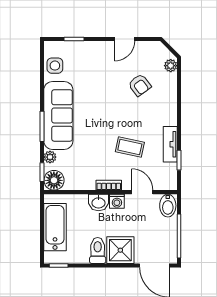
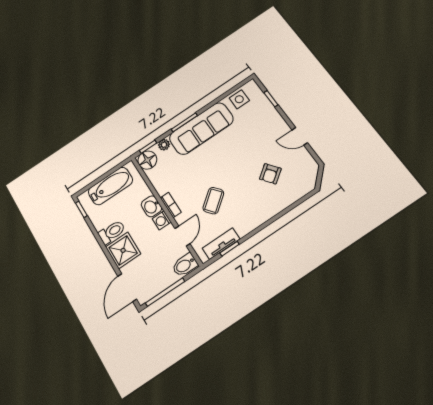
plant: (171, 66) -> (305, 188), removed
tv unit: (170, 144) -> (221, 244), moved
coffee table: (130, 147) -> (213, 201), turned 39

